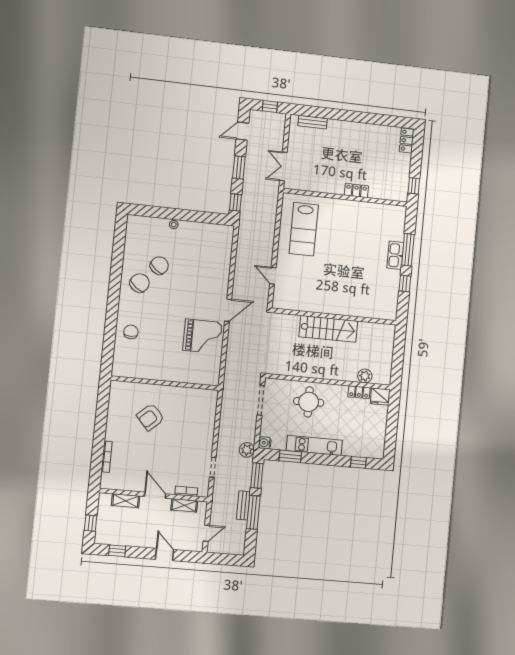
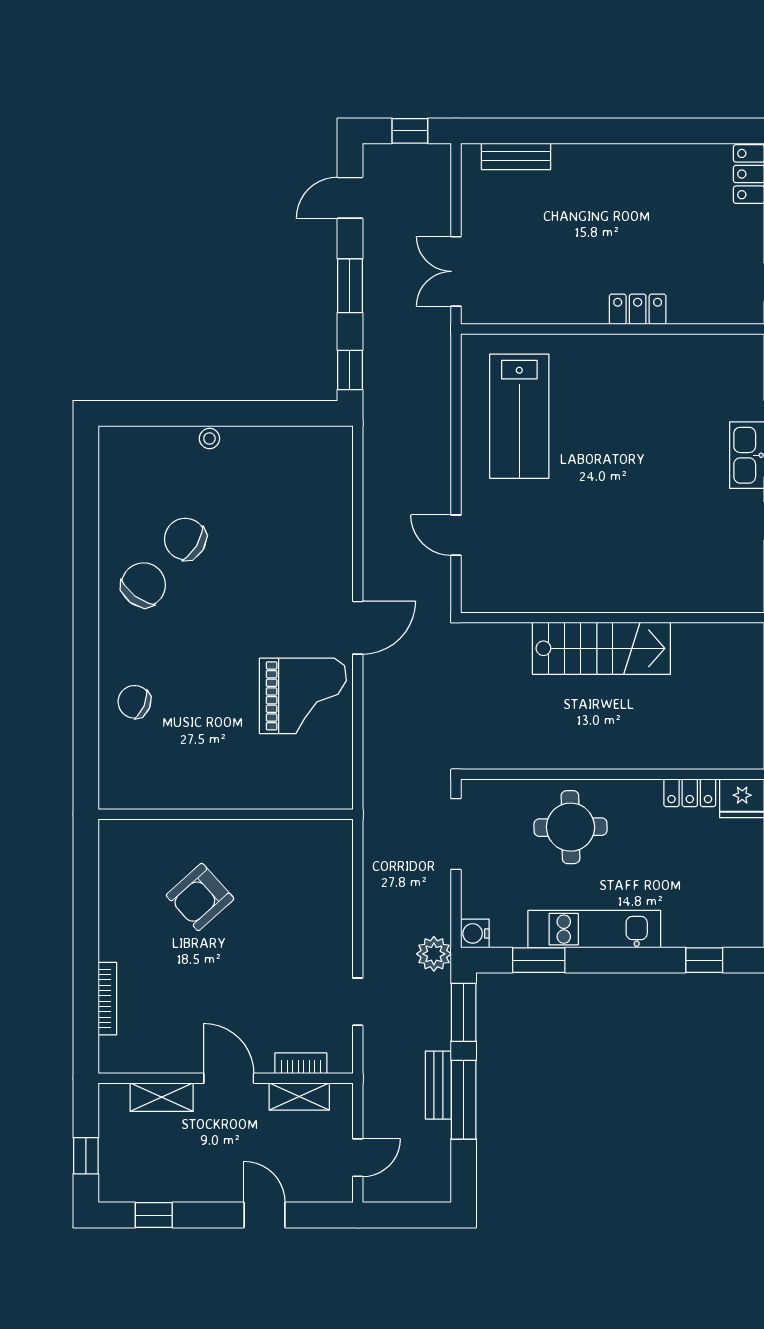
chair: (159, 266) -> (185, 539), turned -99
chair: (131, 332) -> (134, 702), turned -67
plant: (365, 376) -> (700, 753), removed

